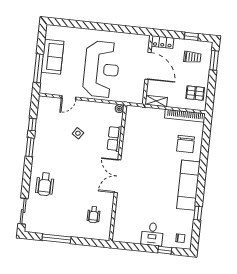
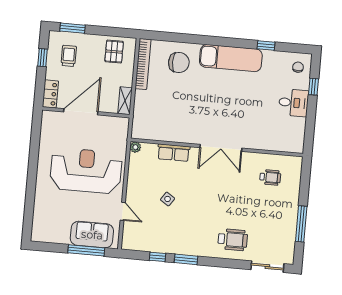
sofa: (53, 57) -> (92, 235), moved

